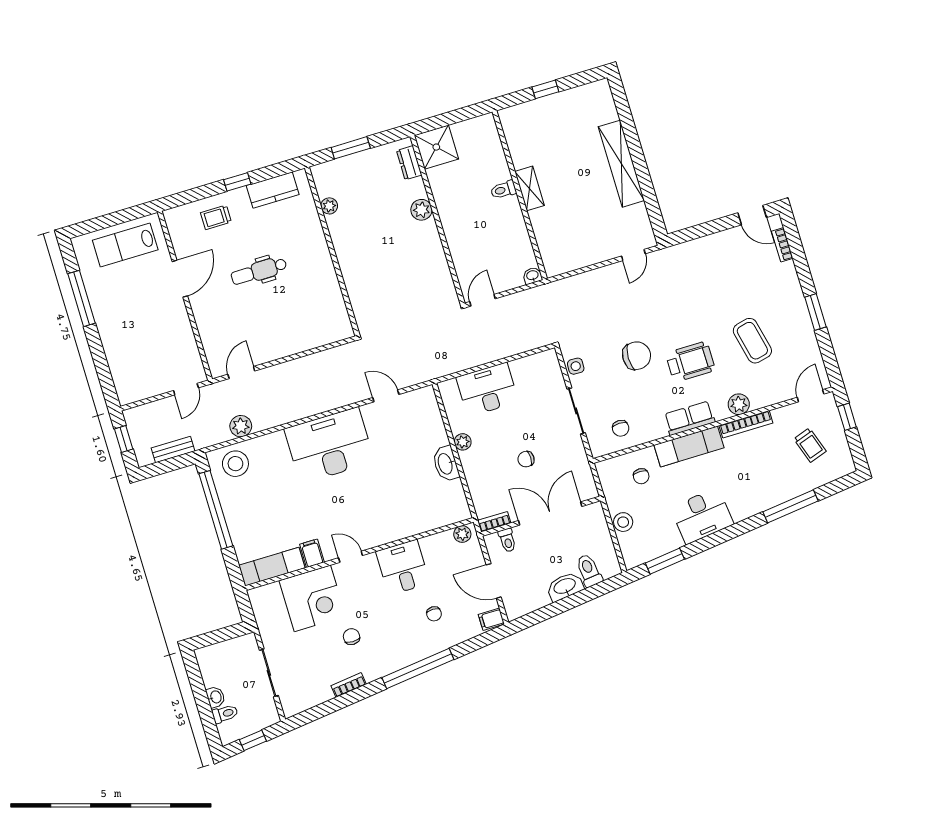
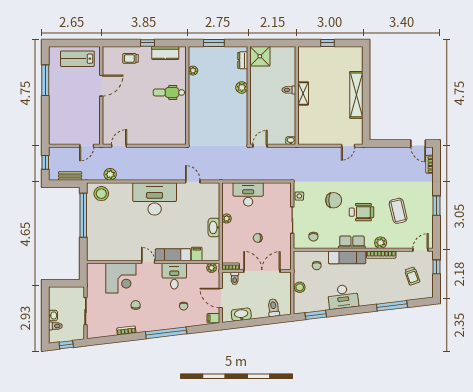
dental chair: (259, 271) -> (169, 92), moved
filing cabinet: (312, 553) -> (197, 254), moved
exam couch: (272, 567) -> (173, 255), moved
washbasin: (565, 587) -> (241, 314), moved

